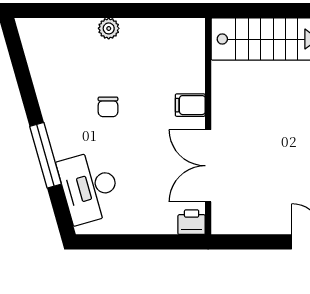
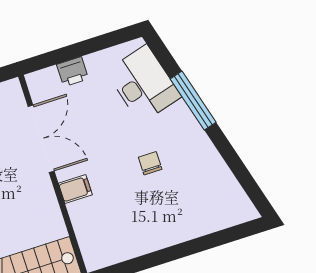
plant: (109, 28) -> (172, 235), removed
printer: (192, 222) -> (73, 72), moved

